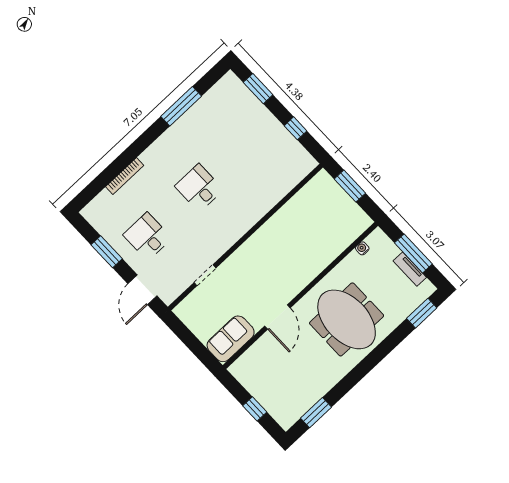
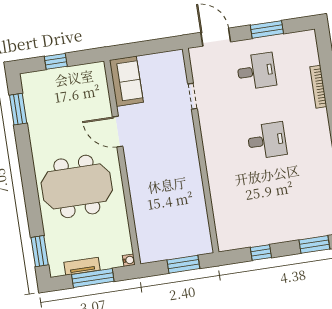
water cooler: (362, 248) -> (129, 260), moved

